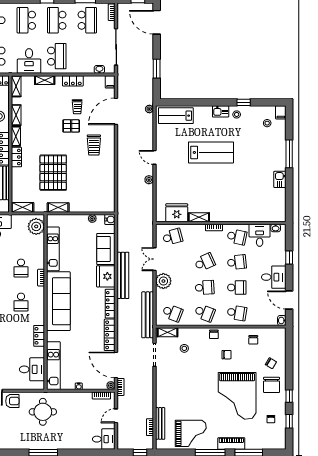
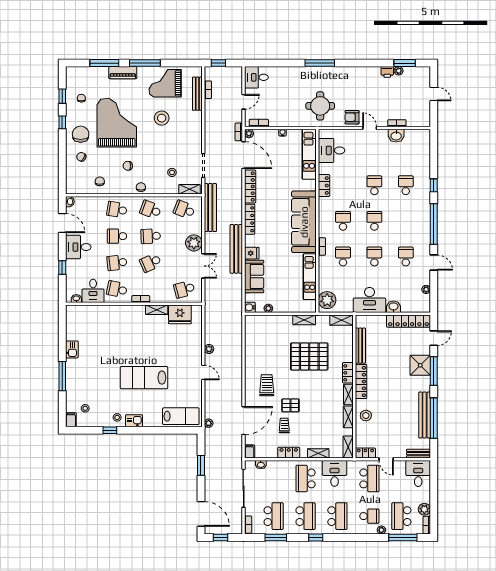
school desk: (87, 20) -> (274, 516), turned 180
pallet: (53, 173) -> (309, 356), turned 90
fridge: (106, 276) -> (252, 253), width x0.53, depth x0.75
stool: (194, 400) -> (162, 118), added

